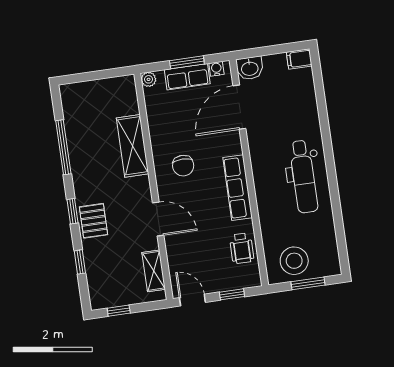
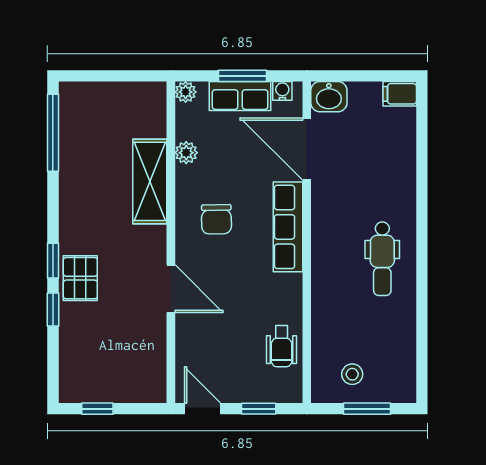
door: (239, 107) -> (307, 149), hinge flipped
plant: (155, 122) -> (186, 153), added
window: (63, 147) -> (53, 133), moved
dental chair: (304, 177) -> (382, 259), width x0.73, depth x0.72
row of seats: (238, 188) -> (288, 227), moved
stool: (294, 261) -> (352, 374), width x0.53, depth x0.53
window: (80, 262) -> (53, 309), moved
shelving: (154, 271) -> (154, 360), removed

